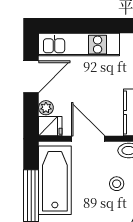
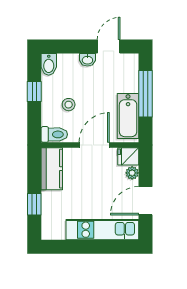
door: (88, 139) -> (94, 145), swing flipped
bathtub: (55, 180) -> (128, 116), width x0.73, depth x0.73

